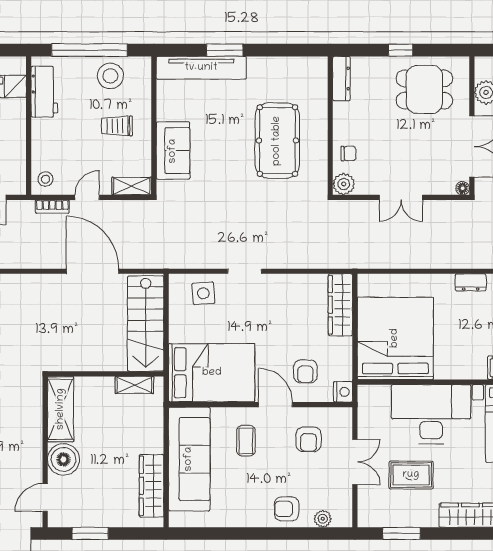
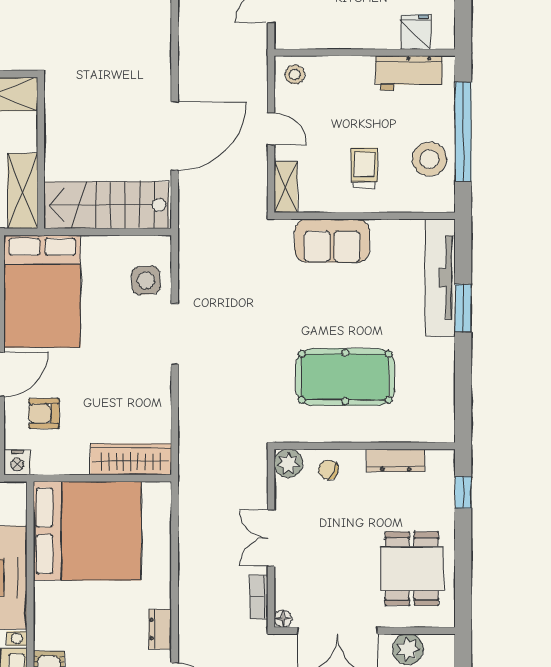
window: (401, 50) -> (463, 492), moved
dresser: (341, 79) -> (396, 460), moved
chair: (348, 153) -> (328, 470), turned 113
bookcase: (52, 207) -> (259, 597), moved
doorway: (245, 271) -> (175, 334), width x1.38
shelving: (134, 385) -> (23, 190), width x1.50, depth x1.33

